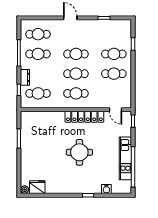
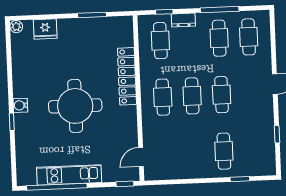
cafe table: (114, 74) -> (195, 152), removed
locker: (84, 117) -> (127, 76), moved
round table: (79, 152) -> (75, 106), width x1.36, depth x1.36
fridge: (37, 187) -> (45, 29), moved, turned 90
water cooler: (106, 189) -> (20, 105), moved

